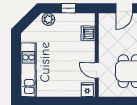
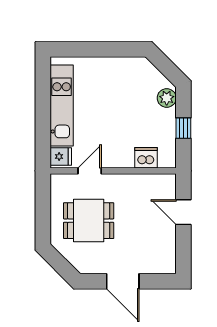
kitchen unit: (29, 70) -> (62, 105), moved, turned -90

